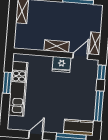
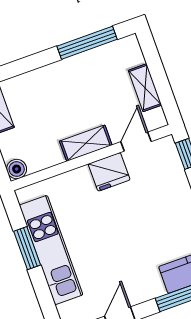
shelving: (95, 43) -> (145, 88), moved
boiler: (19, 44) -> (17, 169), added

